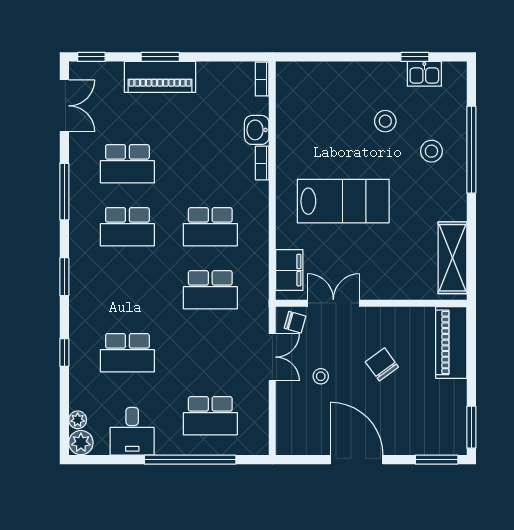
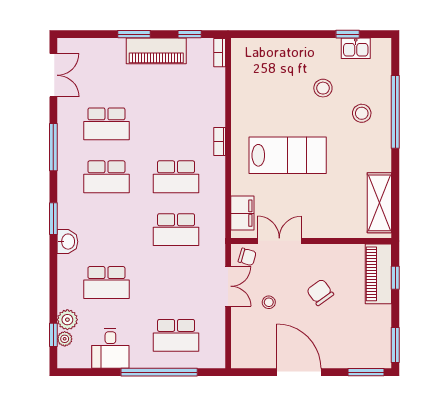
window: (91, 57) -> (190, 34), moved
piano: (160, 77) -> (156, 51), moved
washbasin: (257, 130) -> (67, 242), moved, turned 180
bookcase: (262, 163) -> (220, 142), moved
window: (471, 347) -> (395, 278), added
window: (64, 353) -> (53, 335), moved
plant: (81, 443) -> (67, 320), moved

